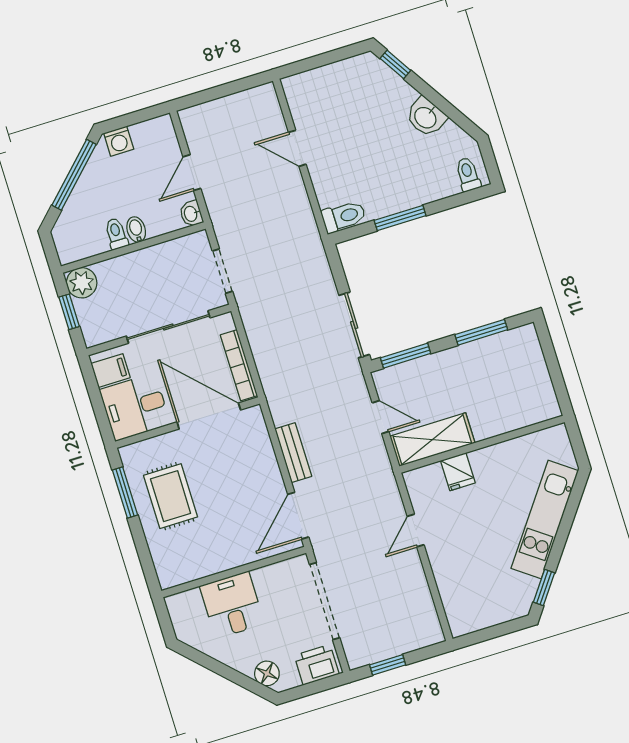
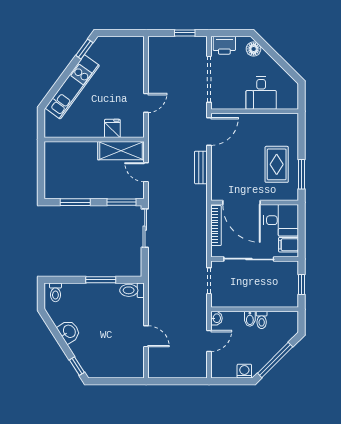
plant: (82, 283) -> (289, 299), removed

